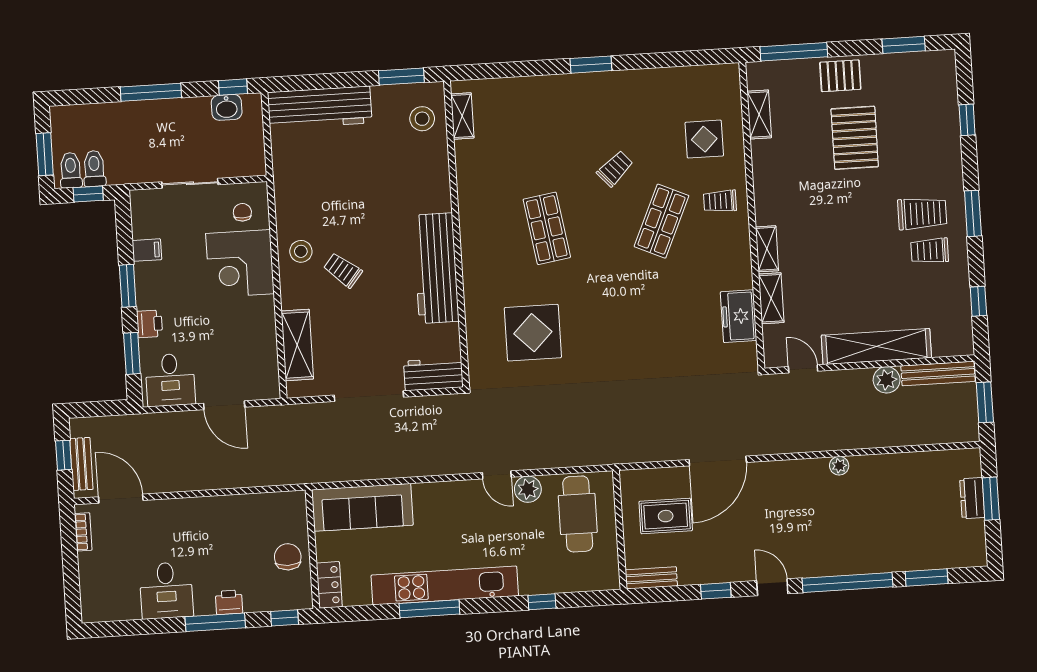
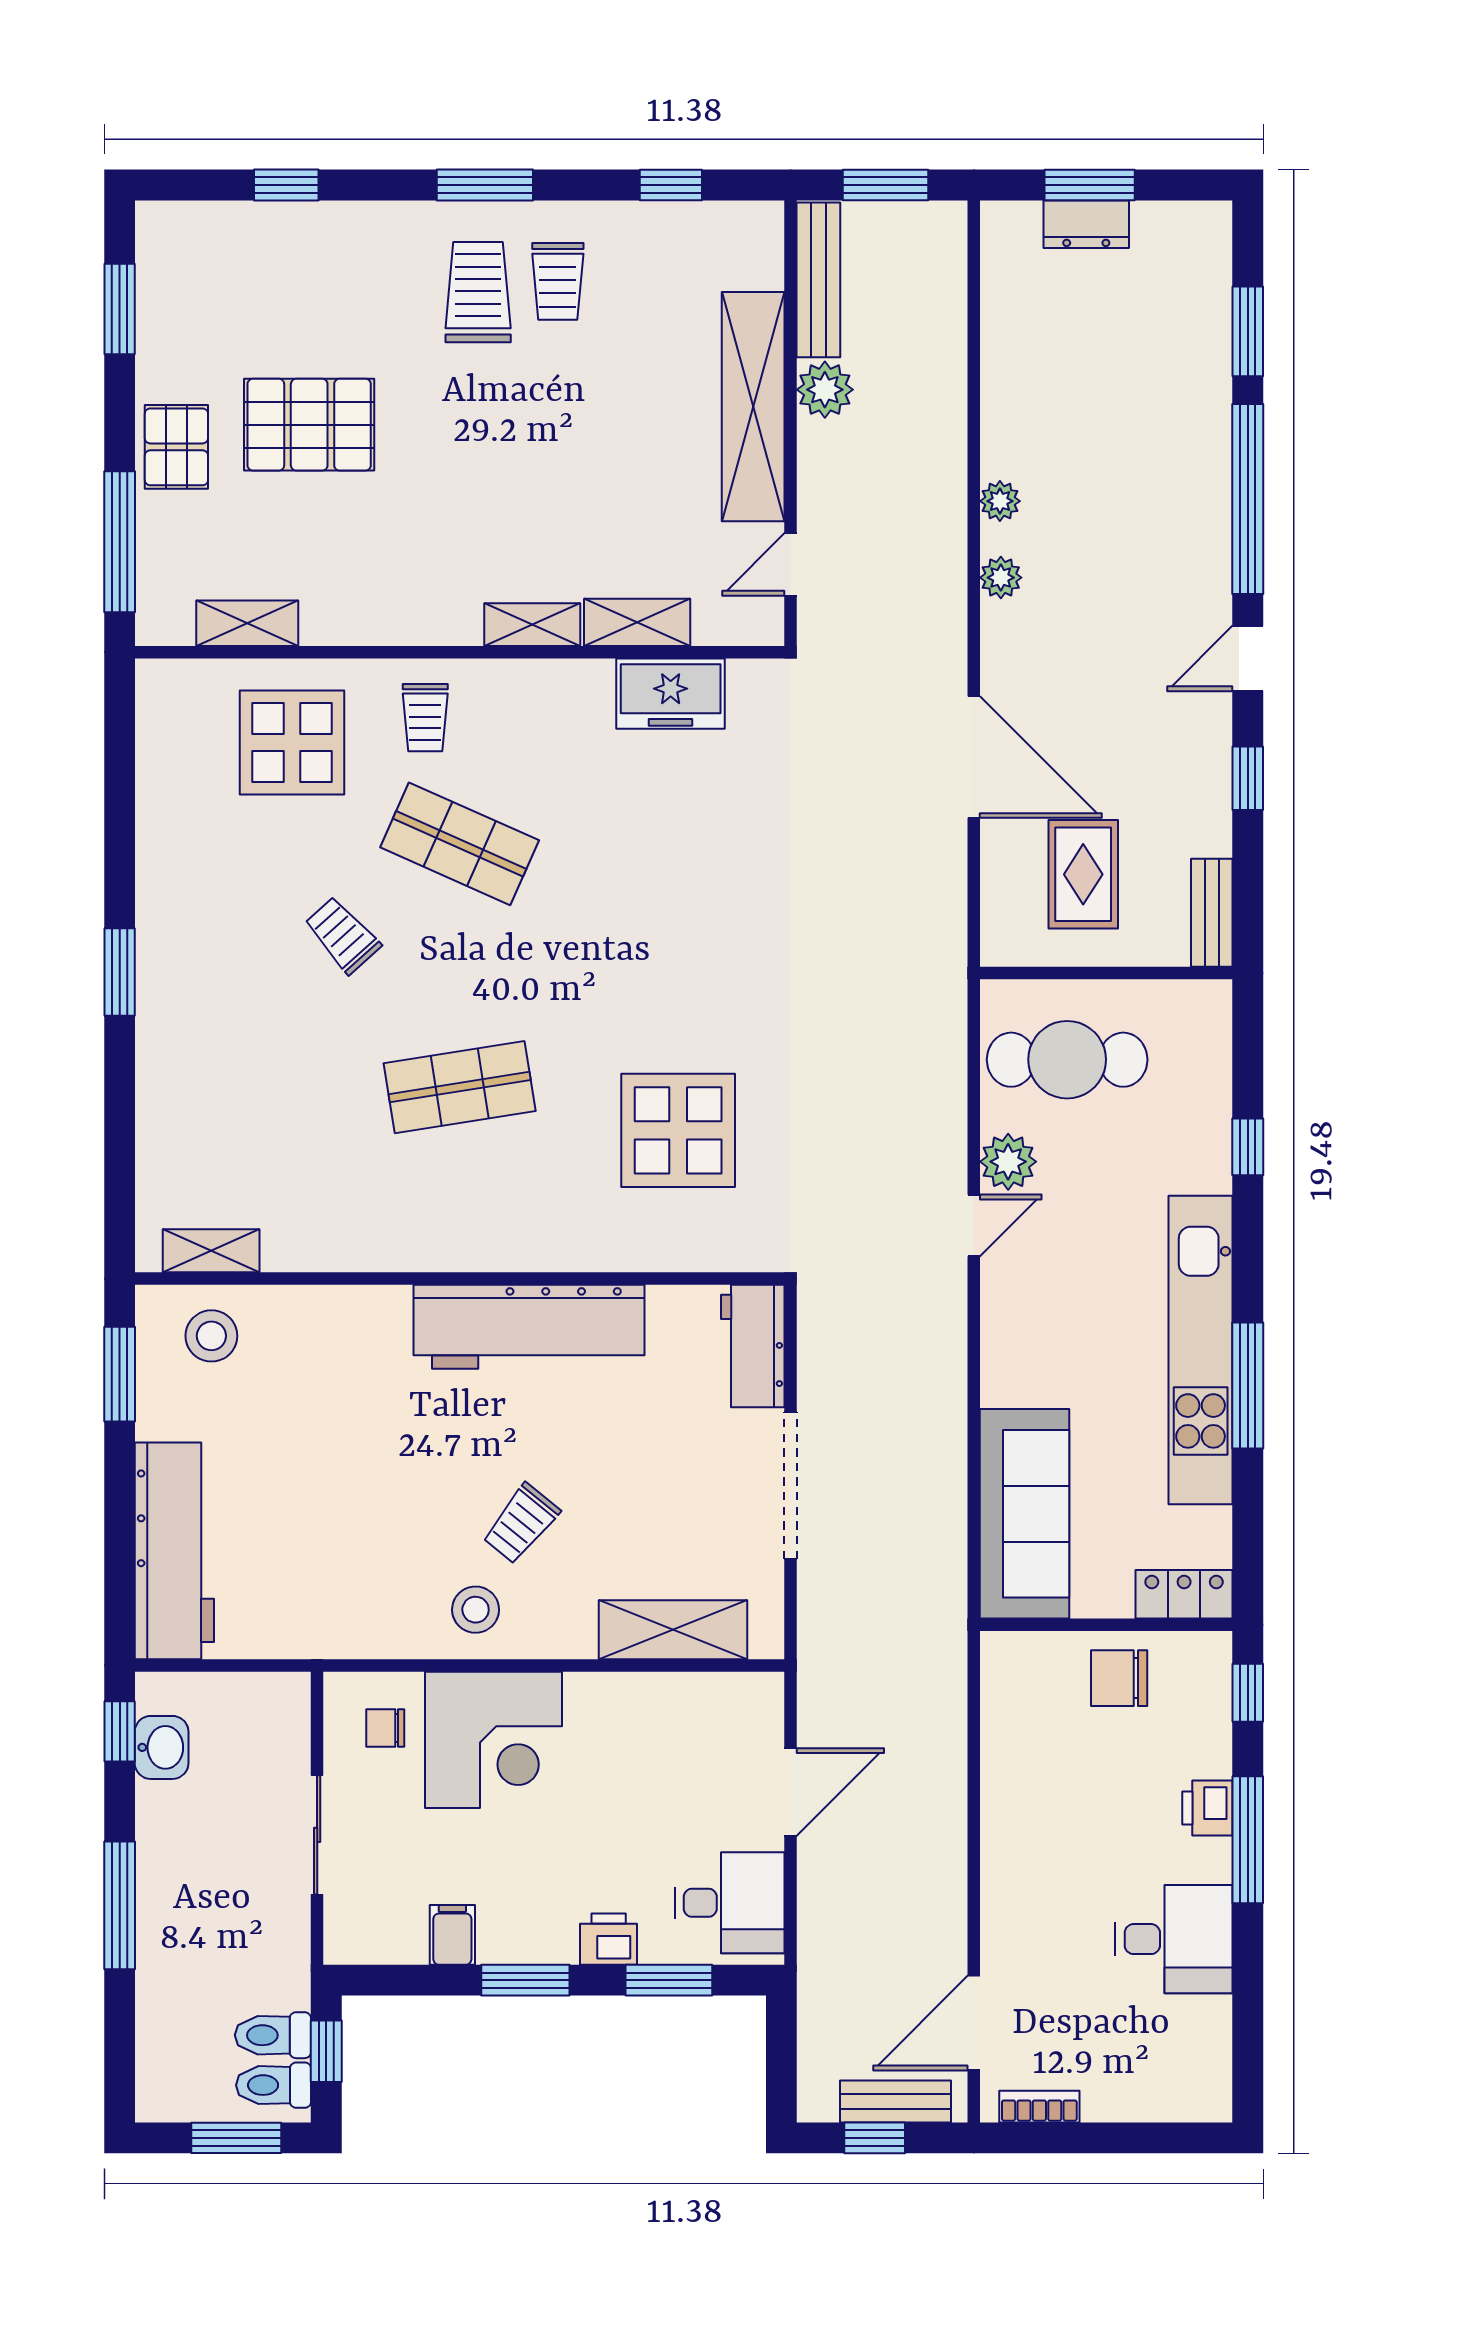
display table: (704, 139) -> (292, 743), width x1.36, depth x1.36
plant: (803, 468) -> (1001, 578), added

